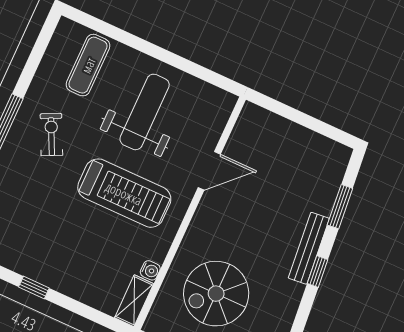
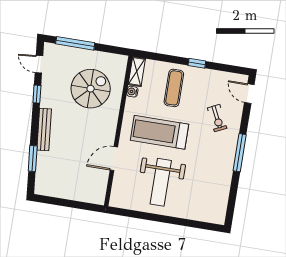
exercise mat: (88, 65) -> (174, 88), moved
exercise bike: (51, 135) -> (217, 118), moved
window: (317, 272) -> (37, 94), moved

